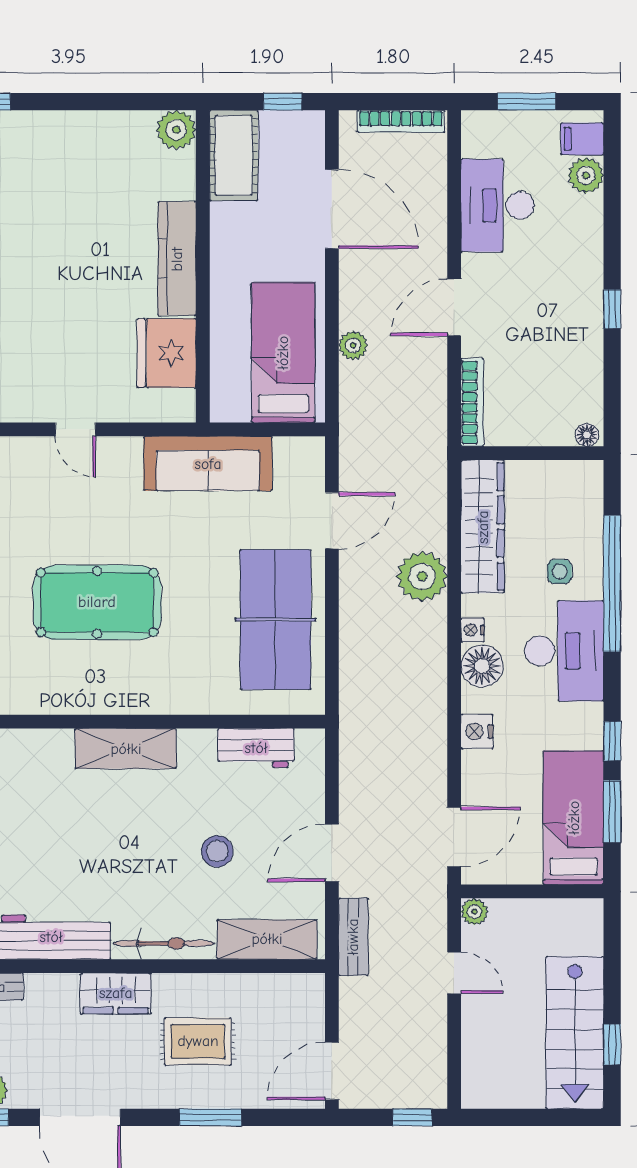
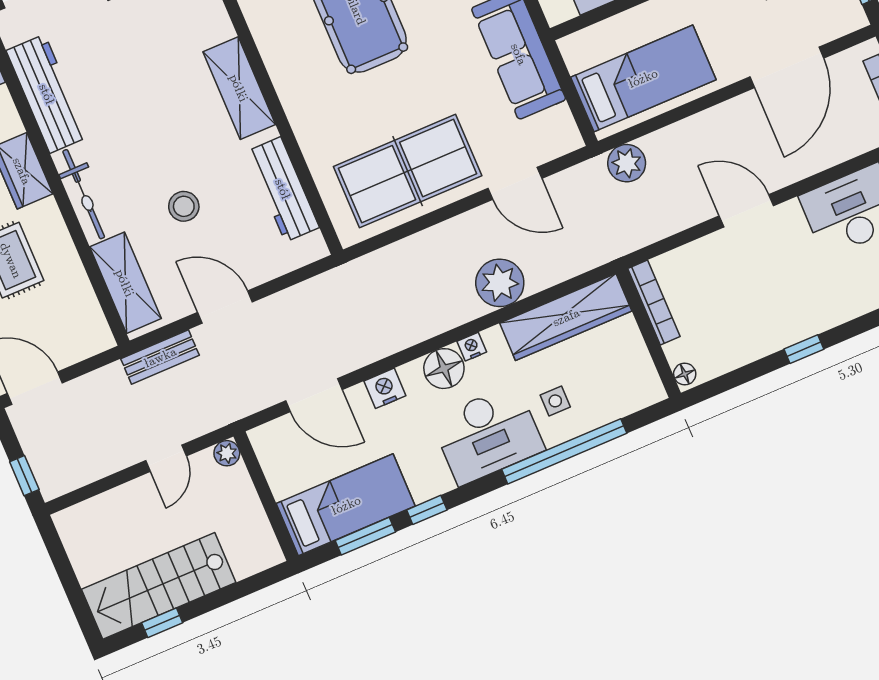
plant: (353, 345) -> (627, 163), moved, width x1.38, depth x1.38
bookcase: (472, 402) -> (654, 303), moved, turned -90
workbench: (256, 748) -> (283, 189), width x1.38
door: (454, 837) -> (314, 395), moved

